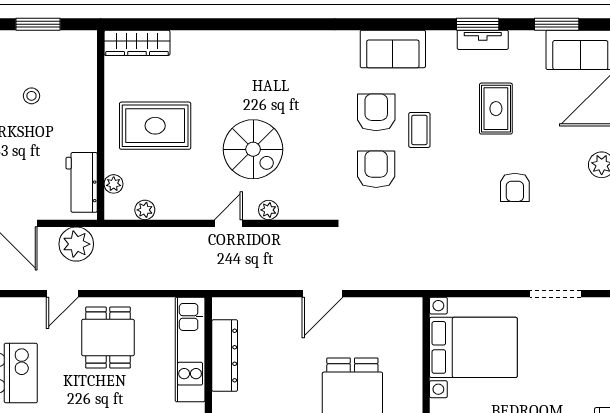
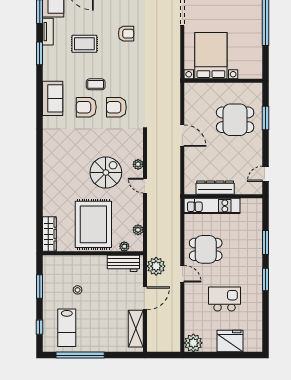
tv unit: (483, 40) -> (48, 32), moved
rug: (155, 126) -> (93, 224), width x1.37, depth x1.44

